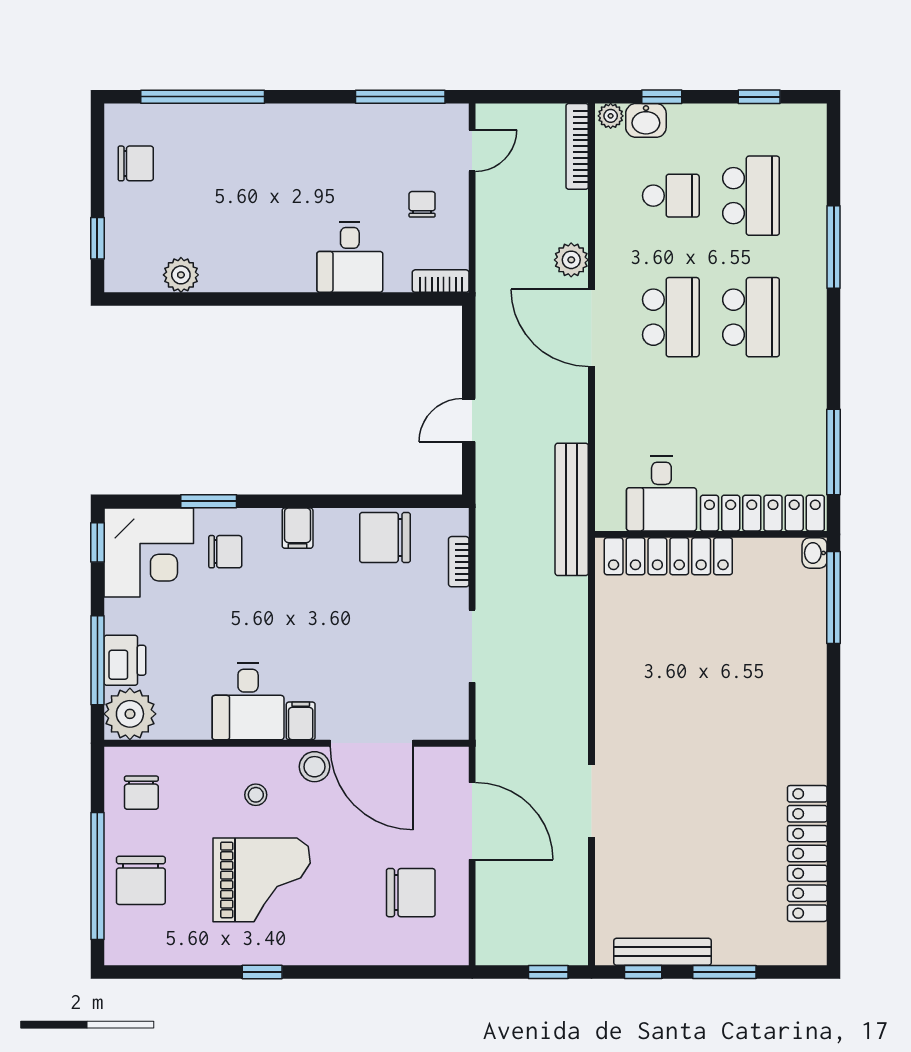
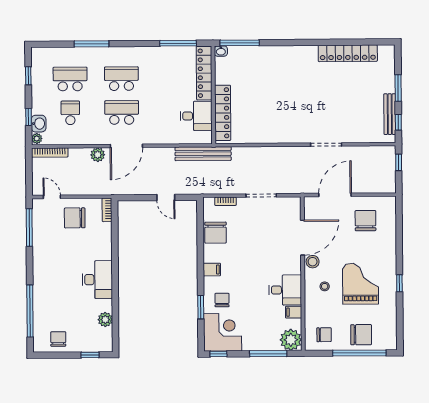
chair: (422, 204) -> (75, 218), width x1.87, depth x1.87
desk: (350, 257) -> (97, 280), moved, width x1.37
printer: (125, 660) -> (268, 342), removed
filing cabinet: (301, 721) -> (294, 312), moved

